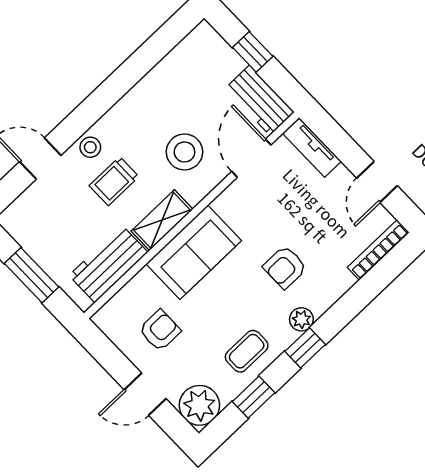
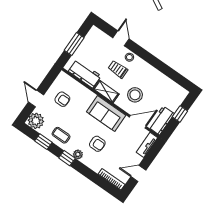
sofa: (194, 252) -> (106, 114), moved
armchair: (285, 267) -> (97, 144), turned 180

